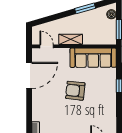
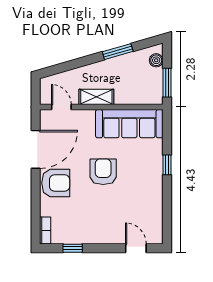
armchair: (75, 91) -> (103, 172), turned 84
armchair: (43, 98) -> (56, 183), added

